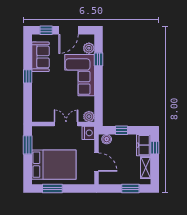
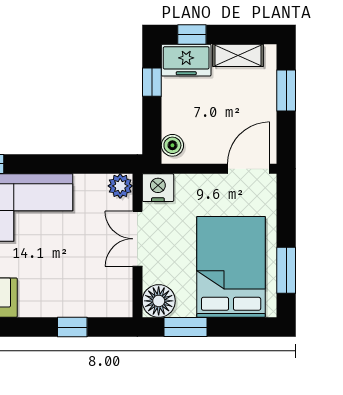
window: (28, 76) -> (72, 327), moved
window: (121, 130) -> (152, 82), moved
floor lamp: (39, 133) -> (159, 301), added
door: (96, 162) -> (249, 169), moved

